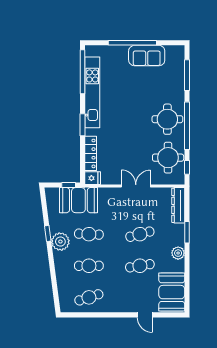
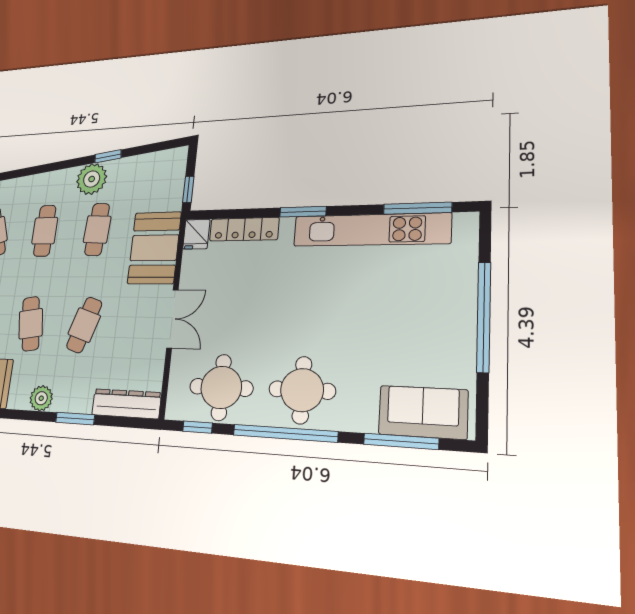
sofa: (147, 56) -> (423, 412), moved, turned 90
window: (83, 72) -> (417, 208), width x0.68
booth: (78, 200) -> (154, 248), moved
cafe table: (140, 234) -> (84, 325), turned 33

